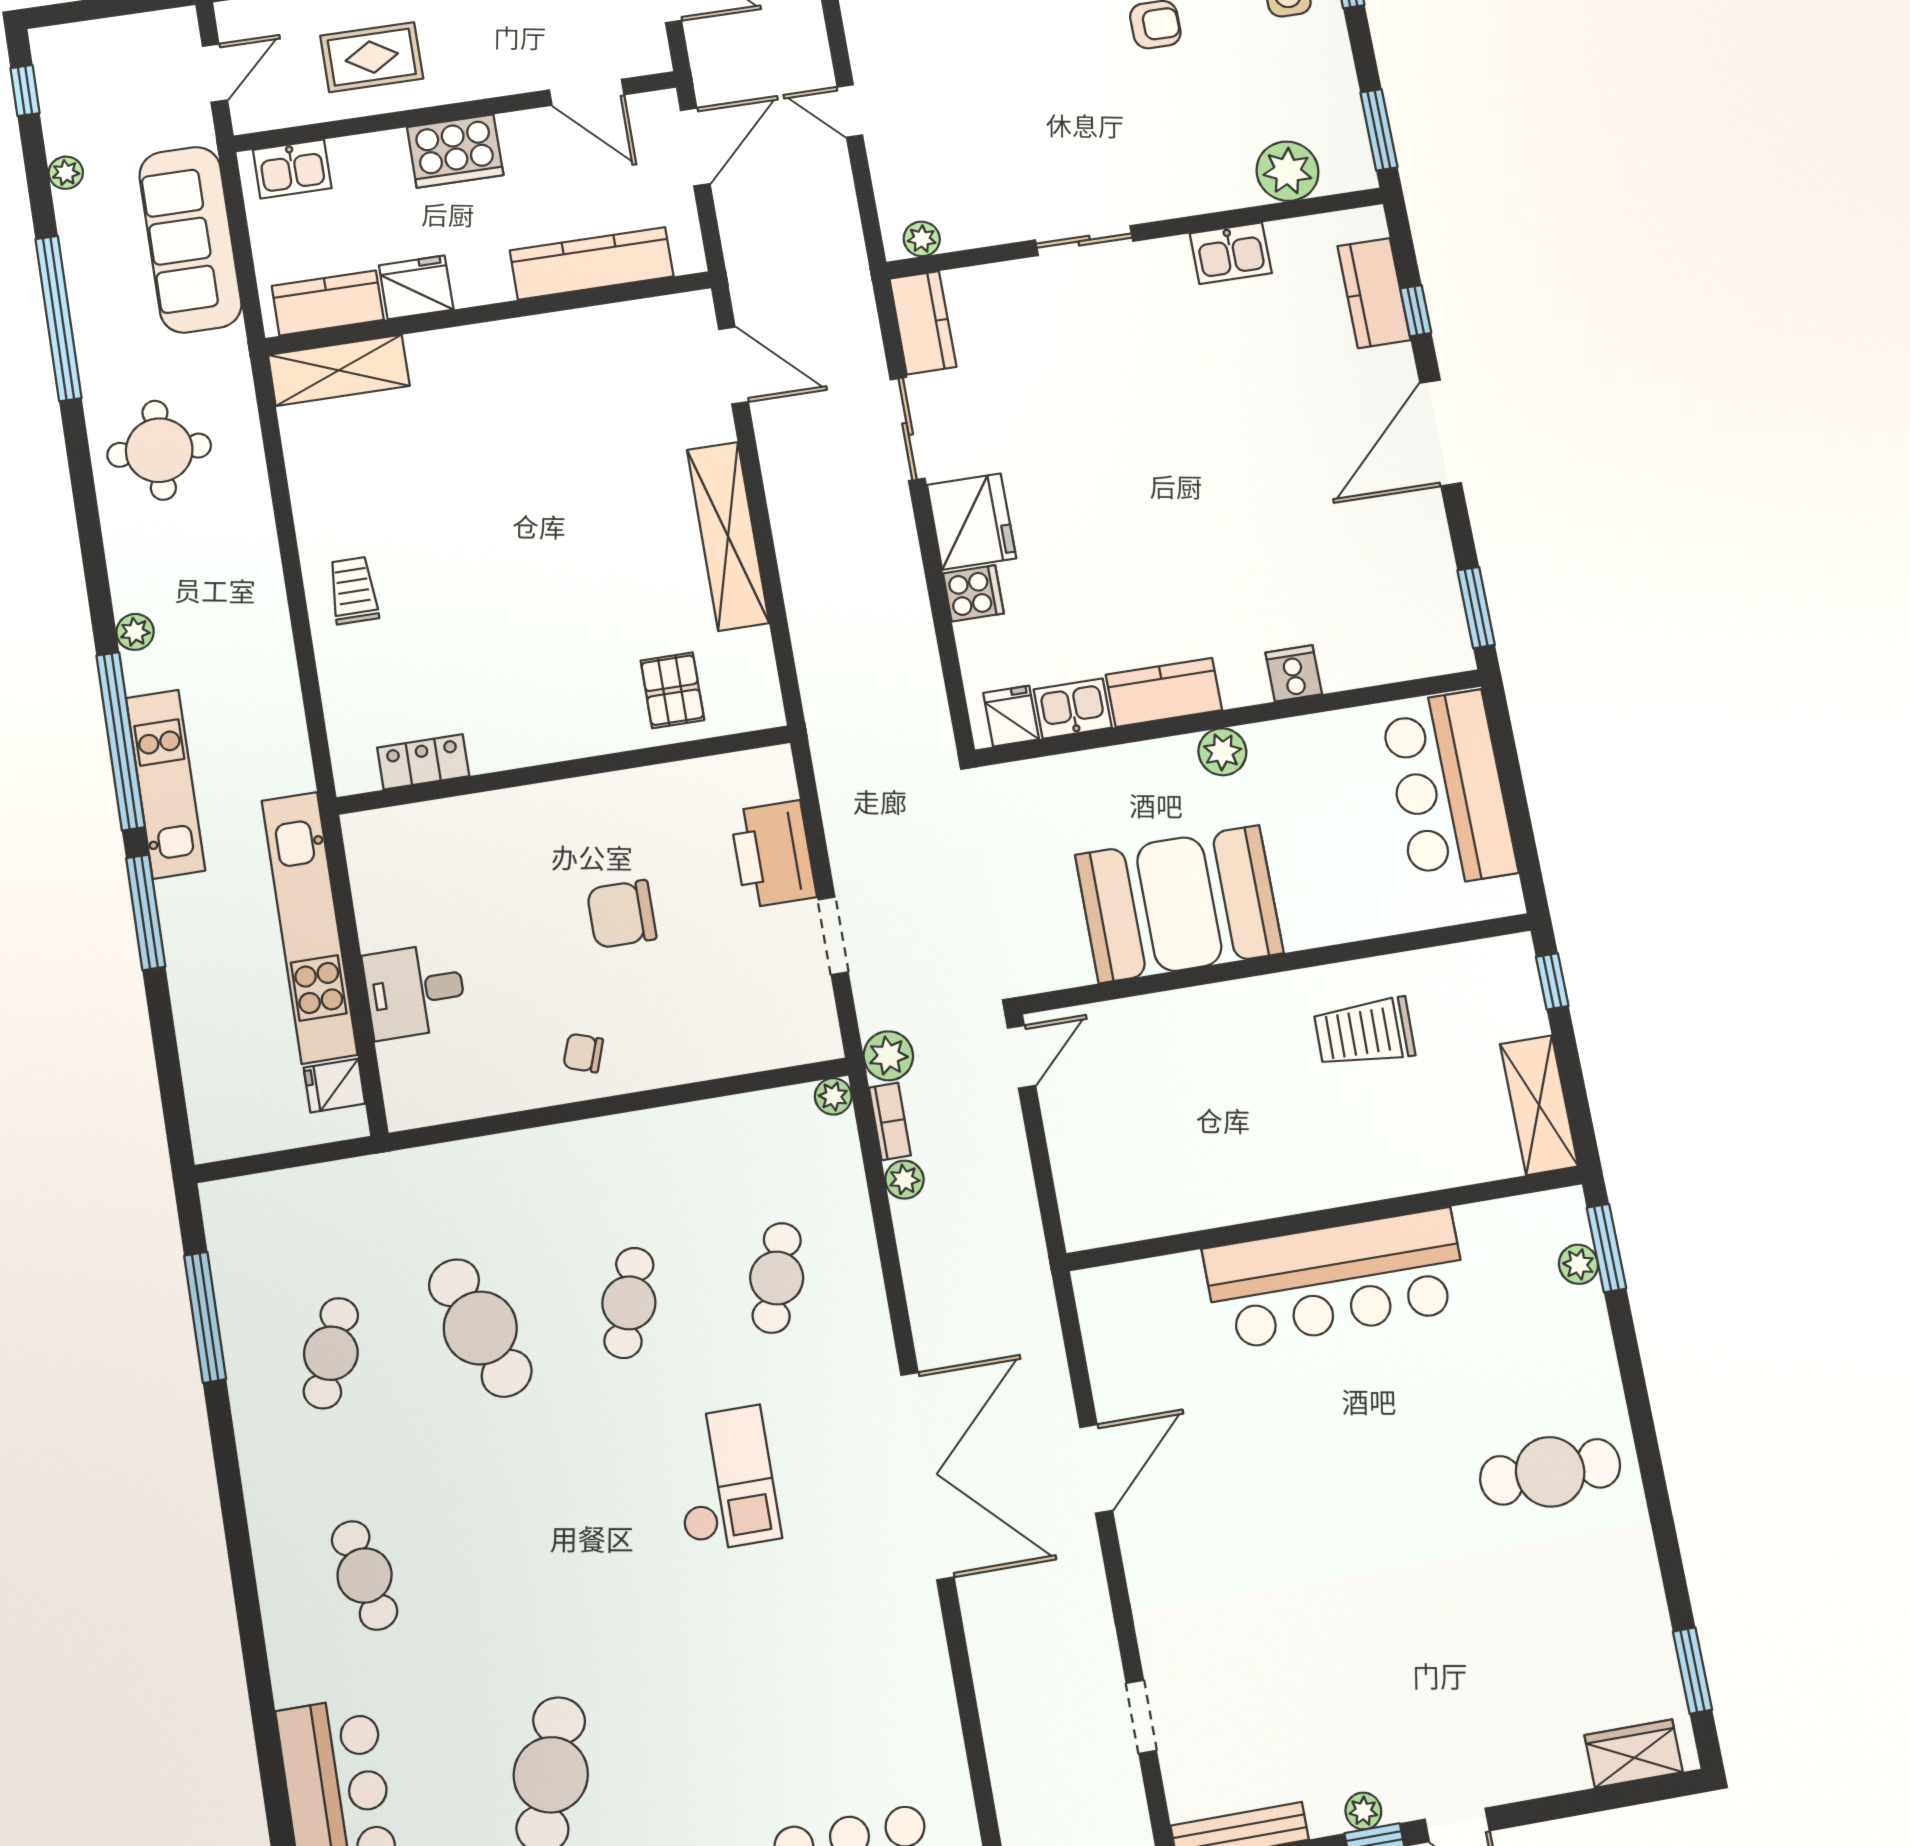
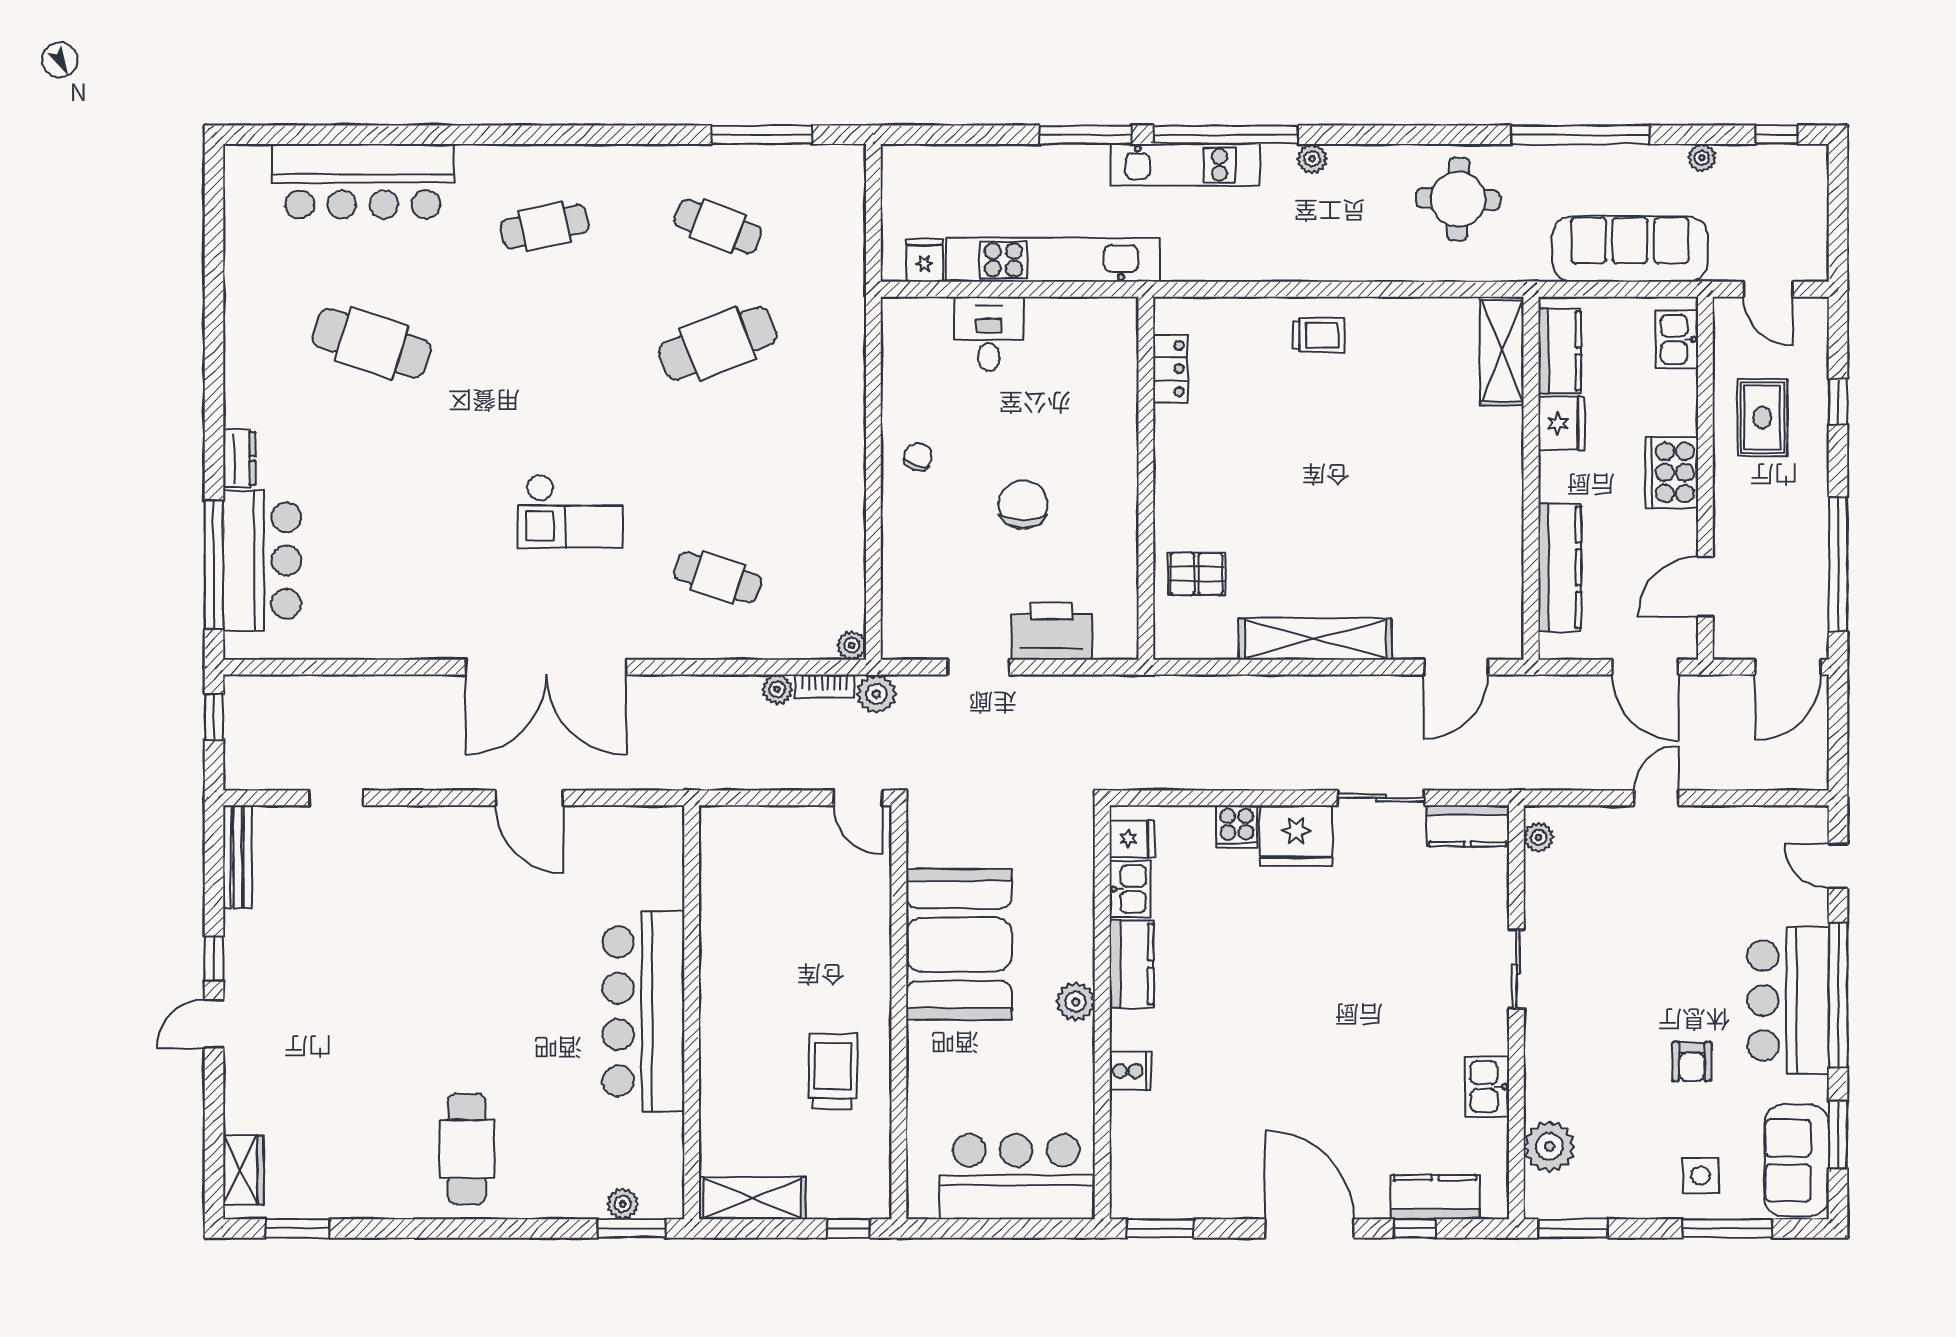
cafe table: (629, 1303) -> (718, 460), removed
plant: (1363, 1811) -> (237, 954), removed

